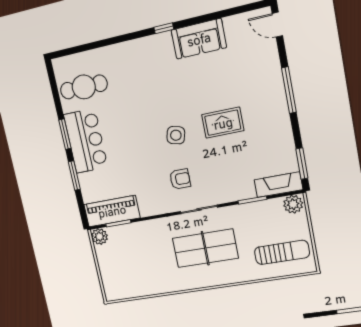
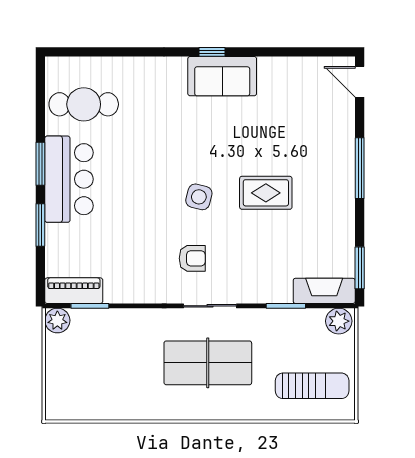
sofa: (199, 39) -> (222, 76), moved
piano: (112, 211) -> (74, 291), width x0.73, depth x0.75

